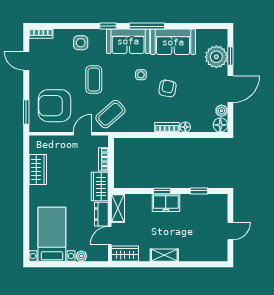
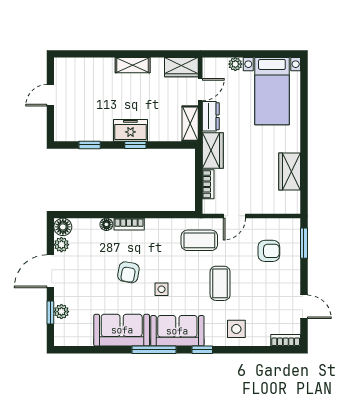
plant: (216, 57) -> (61, 312), width x0.53, depth x0.53
armchair: (54, 106) -> (269, 251), width x0.53, depth x0.53
coffee table: (110, 114) -> (199, 240), turned 41

